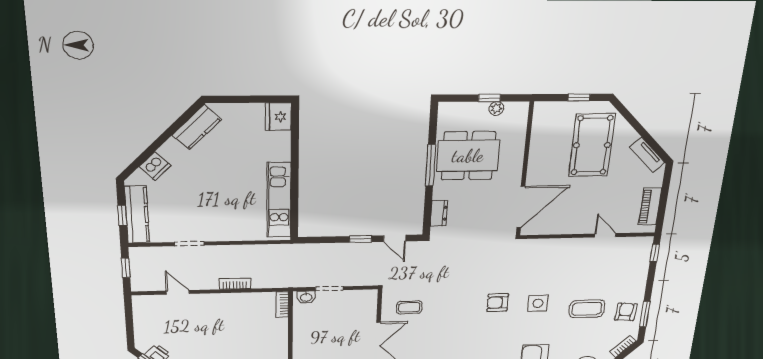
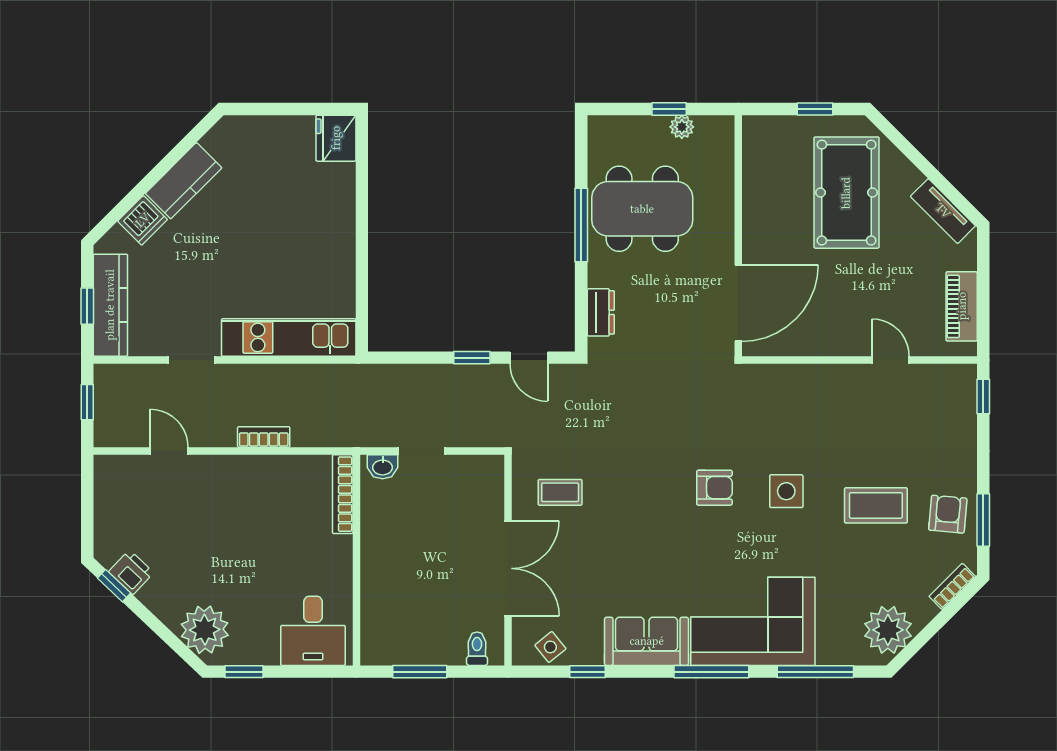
kitchen counter: (197, 127) -> (184, 181), moved
kitchen unit: (279, 200) -> (289, 337), moved, turned 90
armchair: (498, 303) -> (714, 488), turned 180
bookcase: (282, 304) -> (343, 494), width x1.56

